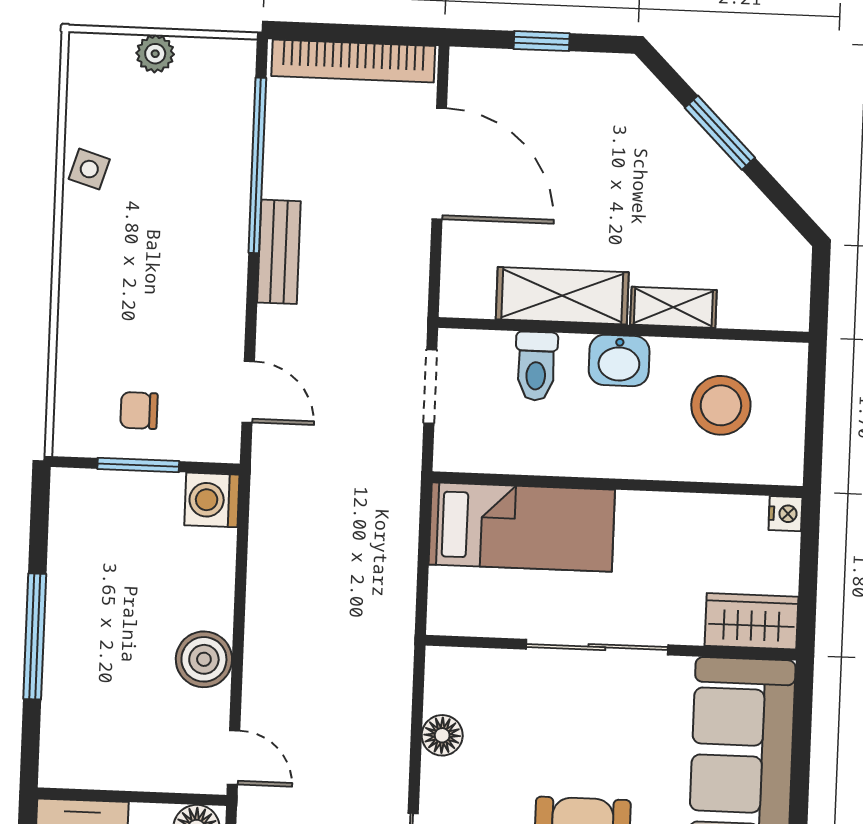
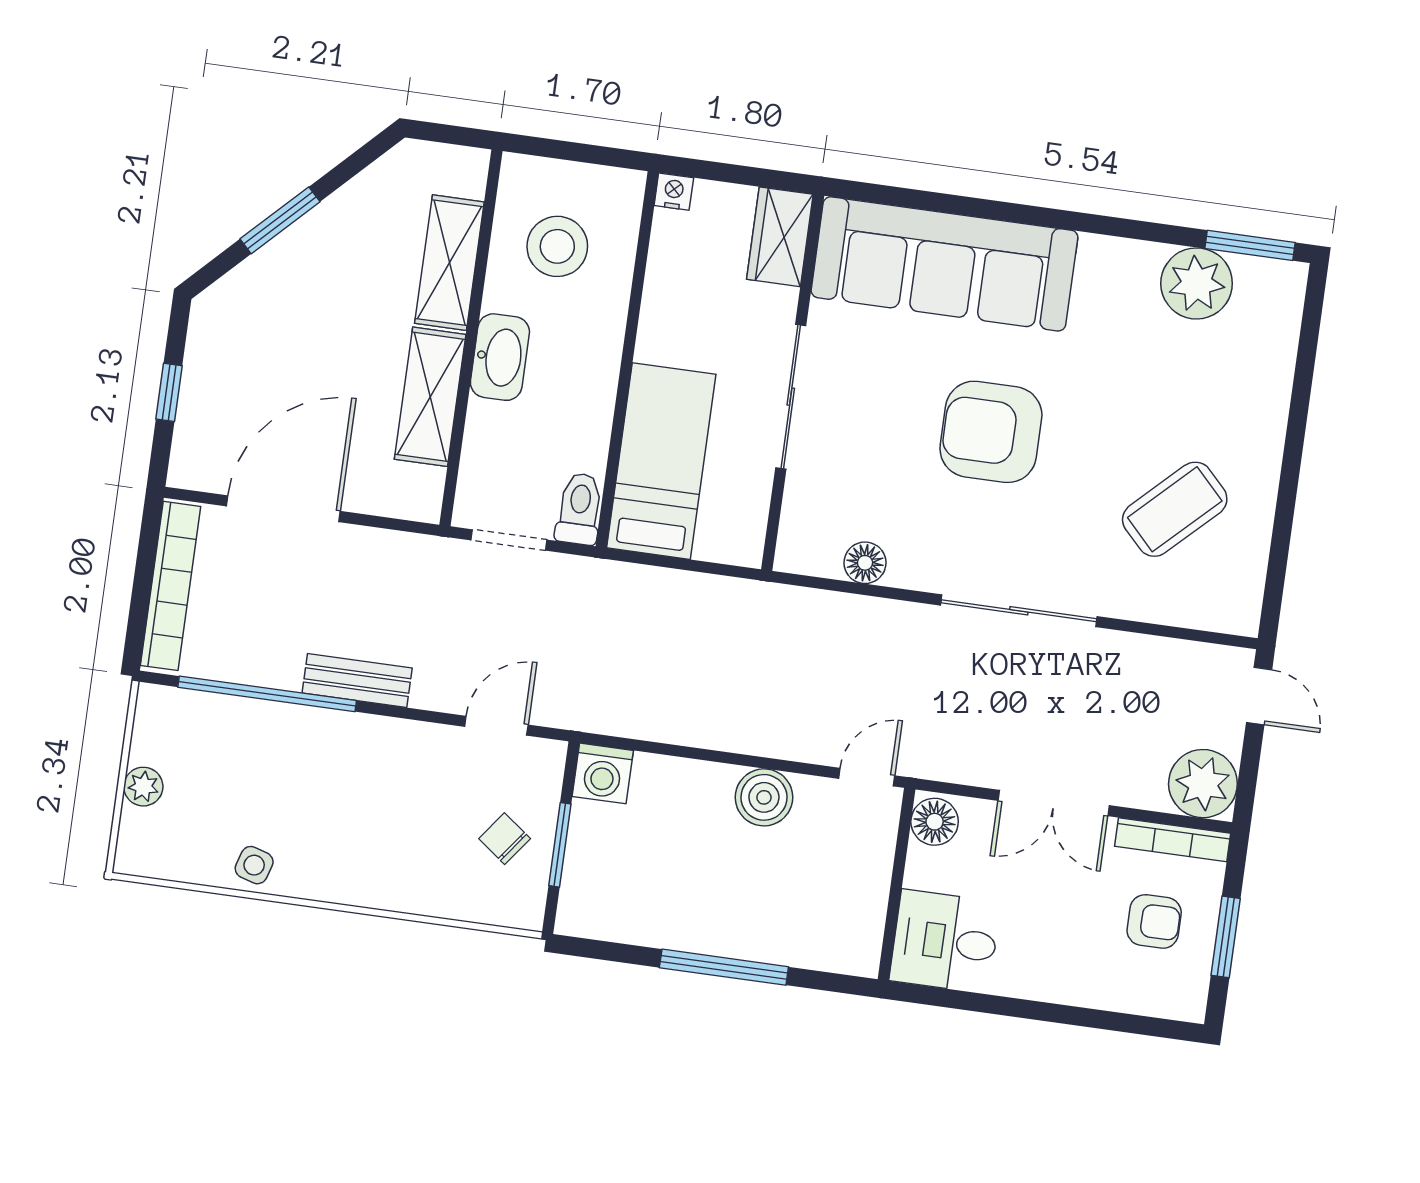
shelving: (673, 307) -> (449, 263), width x1.50, depth x1.33
washbasin: (619, 360) -> (500, 357), width x1.38
toilet: (536, 366) -> (579, 509), moved, turned -90
chair: (139, 411) -> (505, 839), turned 127

